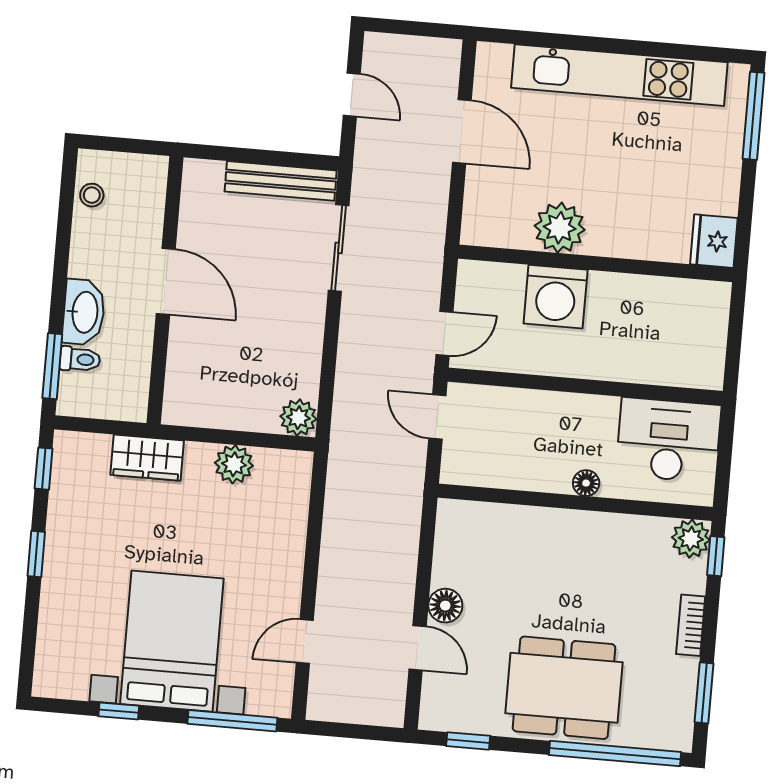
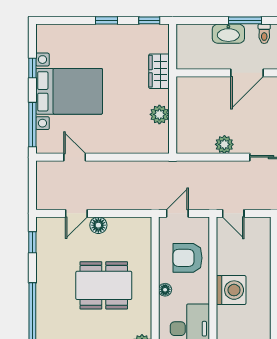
washing machine: (556, 297) -> (231, 290), moved, turned 180
toilet: (80, 359) -> (264, 34), moved
window: (52, 366) -> (245, 20), moved
door: (437, 417) -> (177, 213), moved
plant: (298, 418) -> (224, 144), moved
armchair: (526, 432) -> (188, 258), added
dining table: (564, 688) -> (104, 285), moved, turned 90

